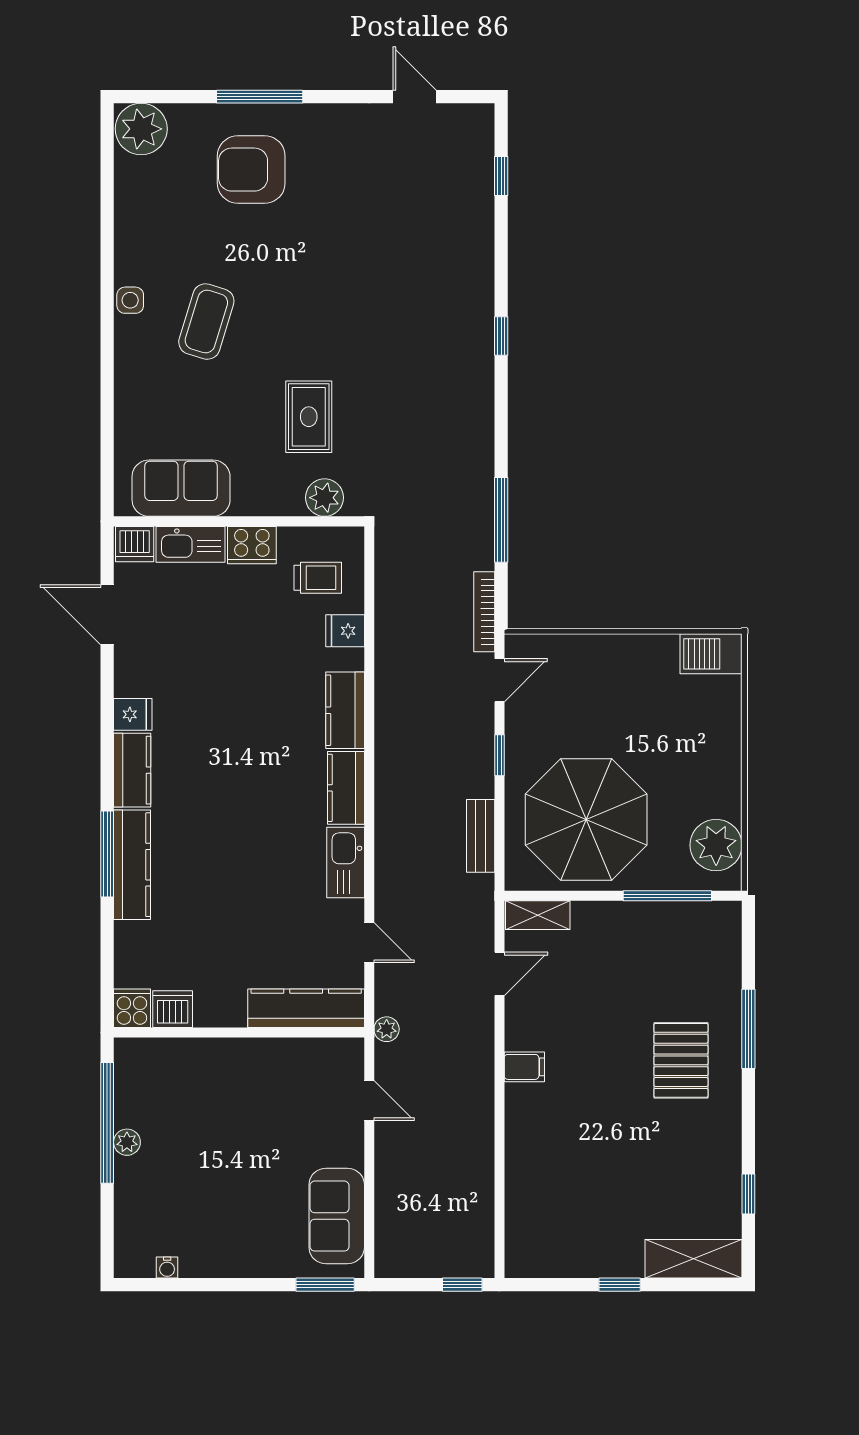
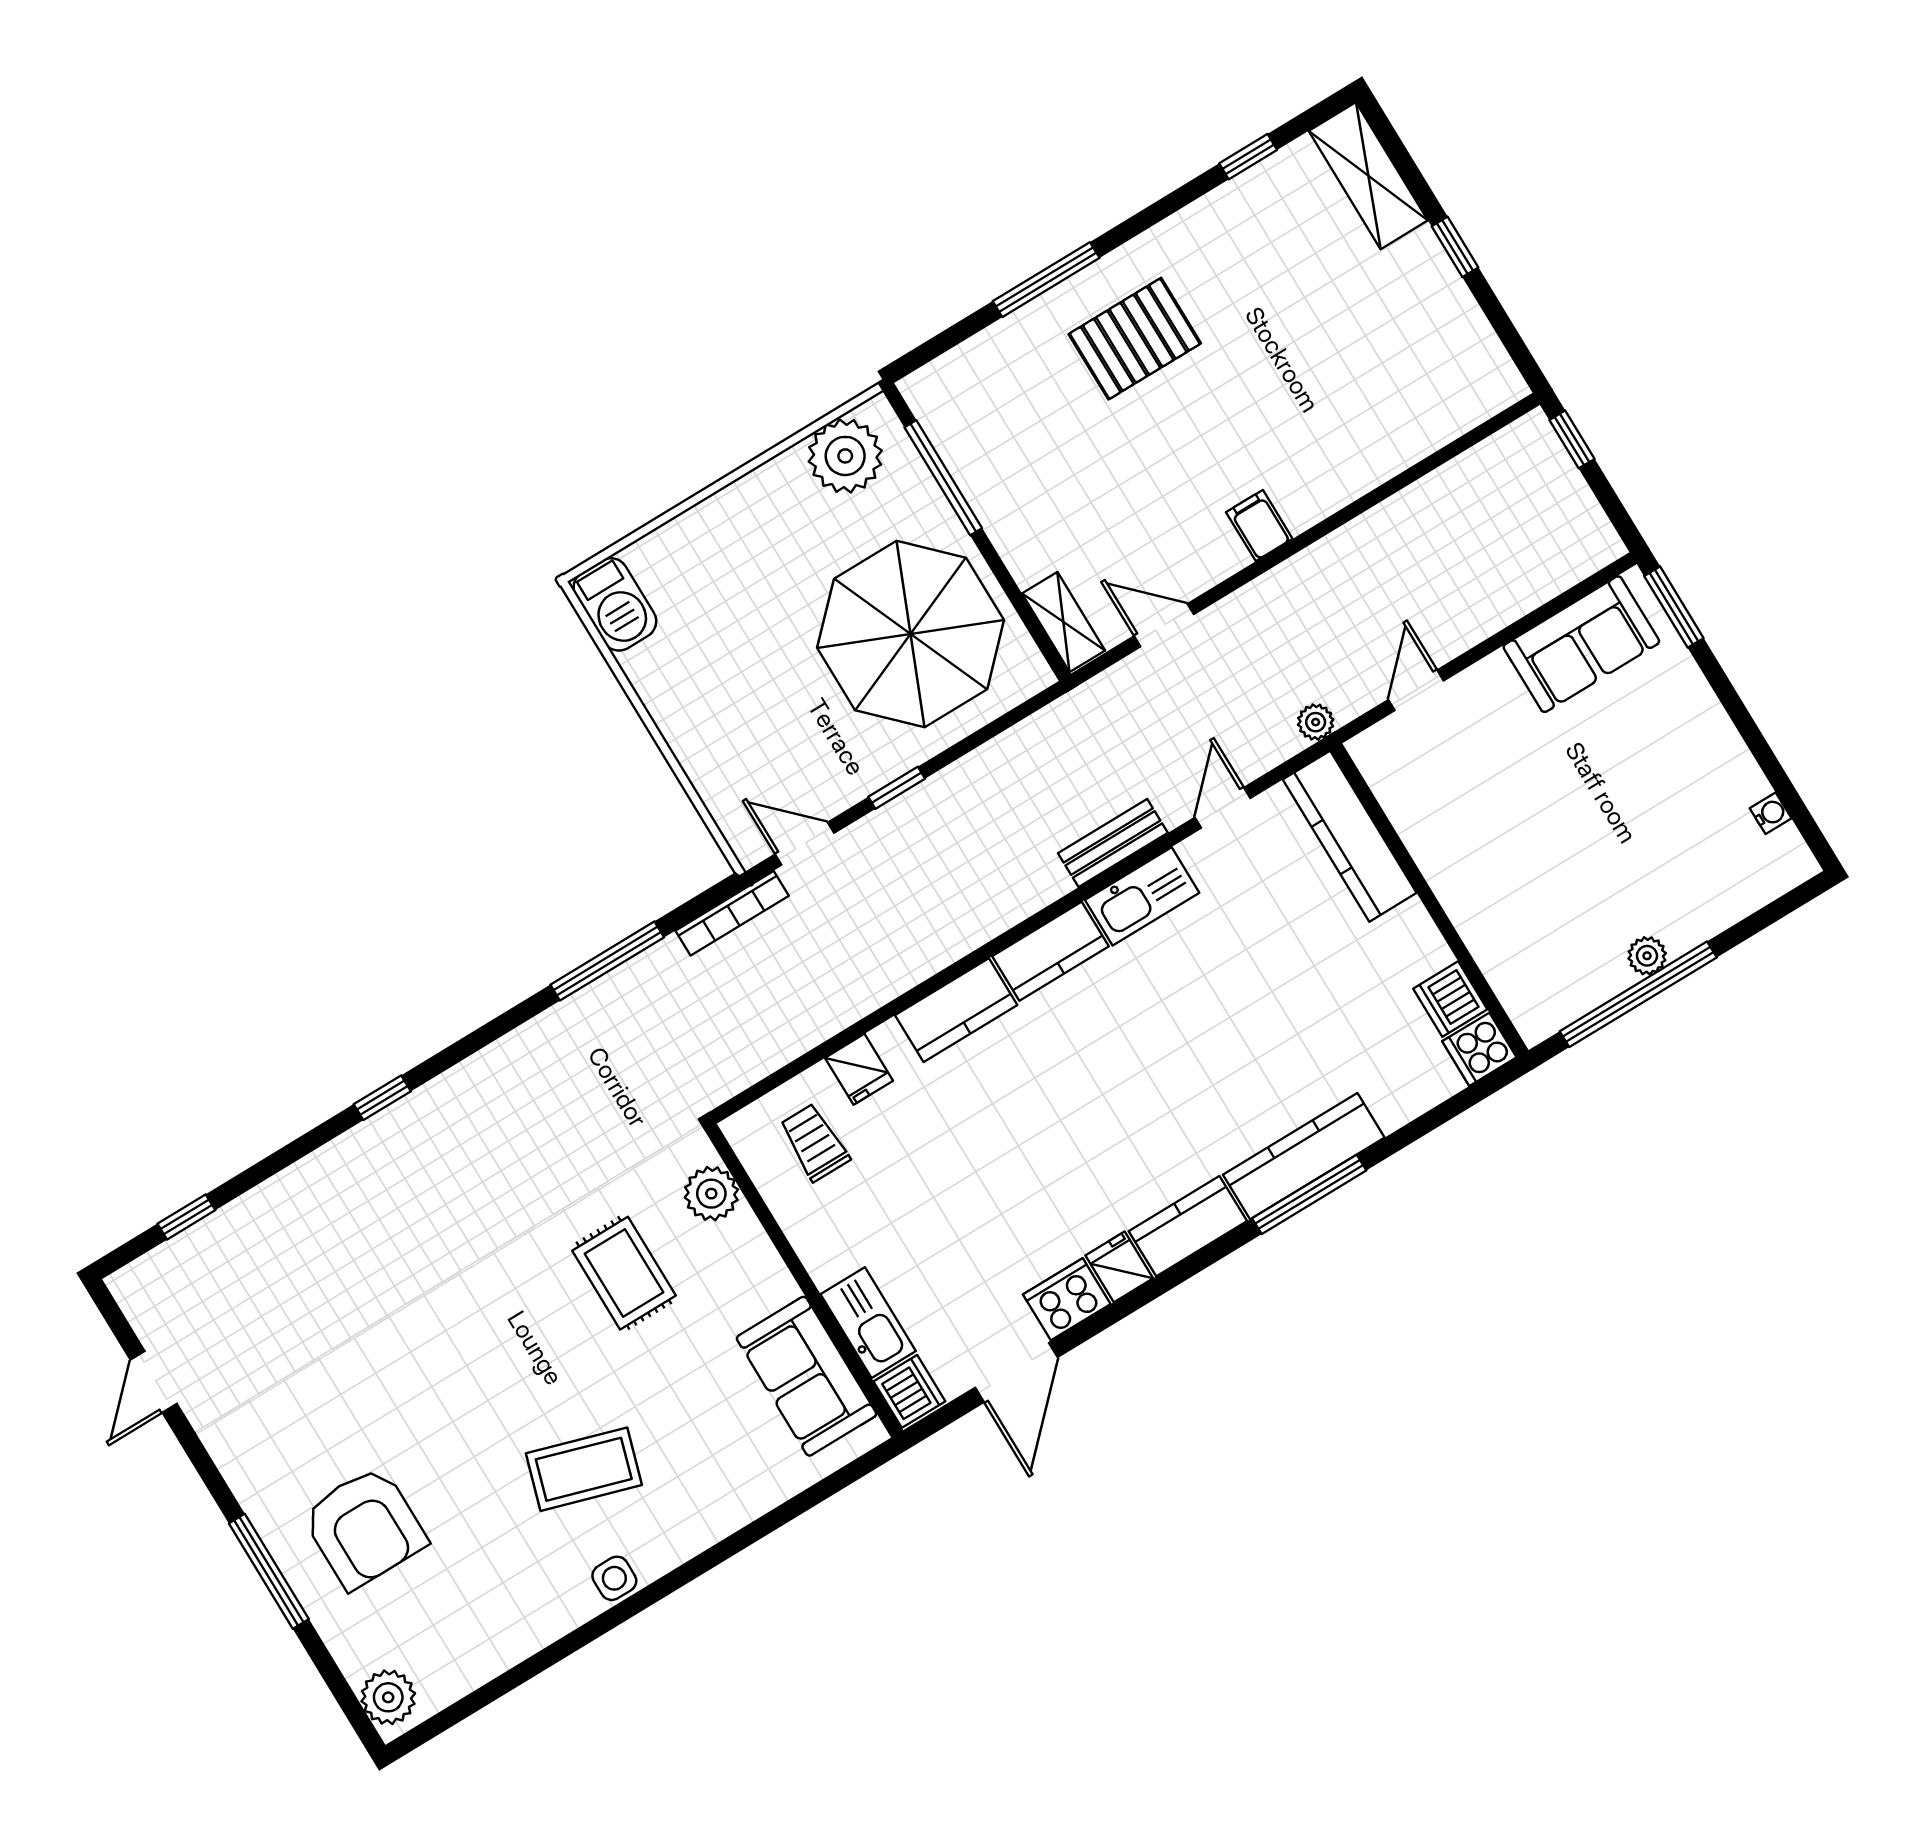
plant: (141, 129) -> (388, 1697), width x0.73, depth x0.73
rug: (309, 417) -> (624, 1273), turned 90
cooker: (252, 545) -> (1067, 1299), moved, turned -90
bench: (481, 836) -> (1113, 843), moved

